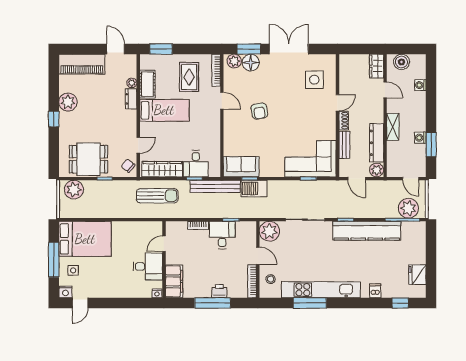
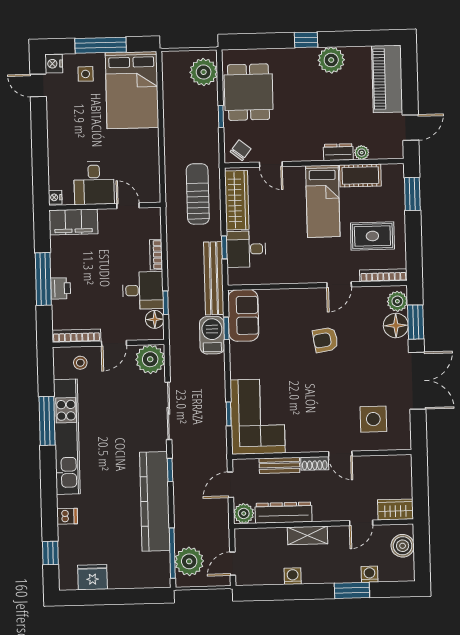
window: (431, 145) -> (352, 590), moved
sun lounger: (157, 196) -> (198, 194), turned 180
floor lamp: (242, 227) -> (155, 319), added

